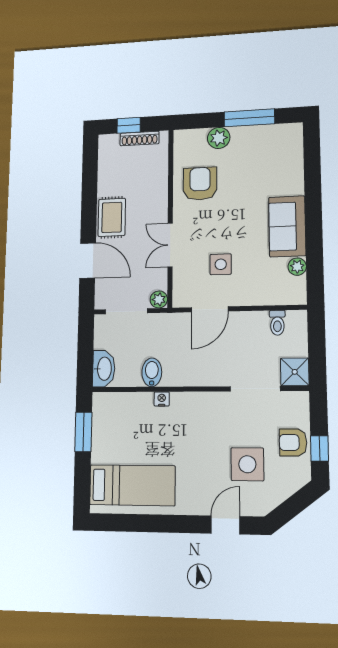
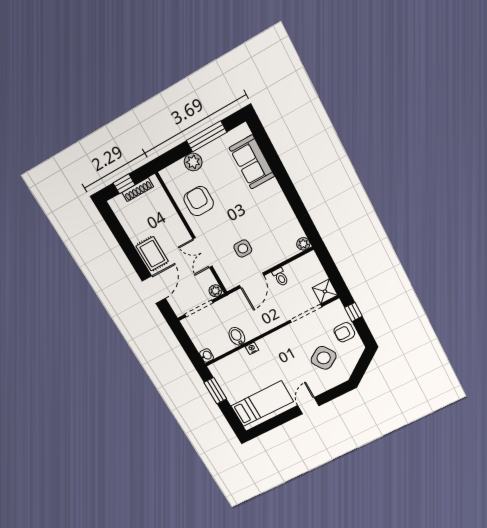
sofa: (287, 226) -> (252, 162), moved
door: (88, 261) -> (154, 290), hinge flipped
plant: (297, 267) -> (303, 244), moved
toilet: (277, 323) -> (280, 277), moved
washbasin: (104, 369) -> (207, 356), width x0.52, depth x0.69
window: (319, 448) -> (353, 312), moved
side table: (247, 464) -> (324, 358), turned -34
door: (225, 525) -> (308, 406), moved

